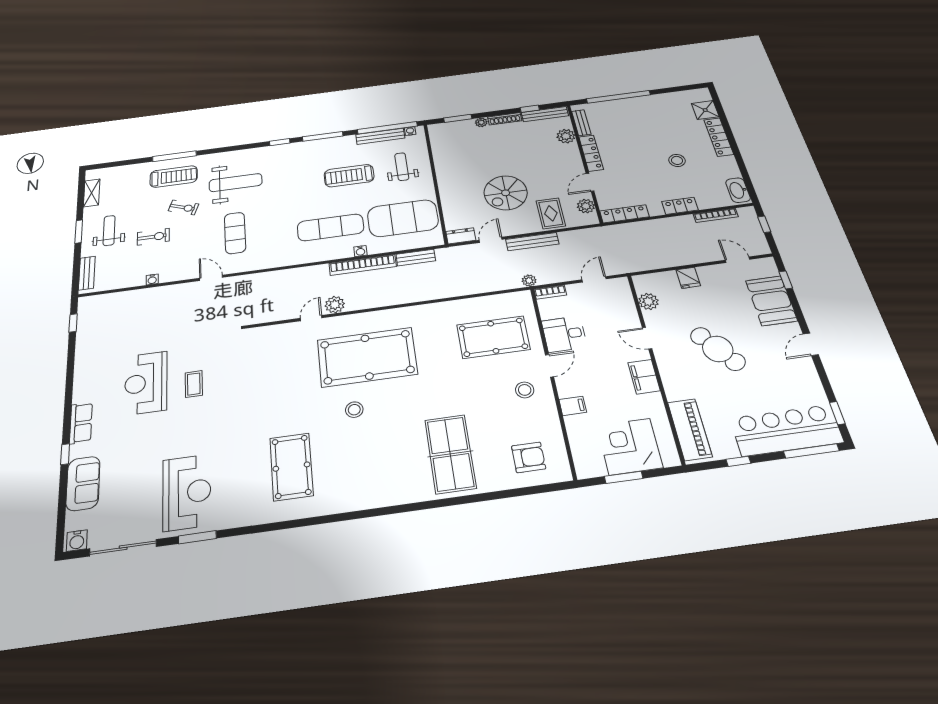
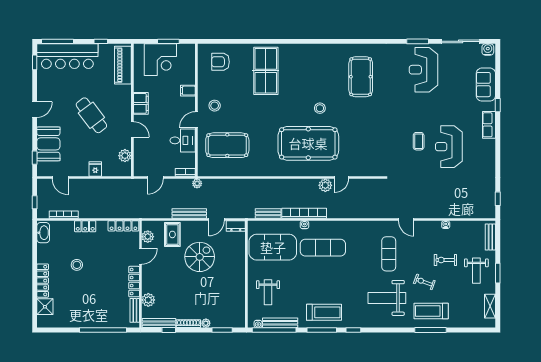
treadmill: (349, 176) -> (324, 312), moved
reception desk: (146, 383) -> (449, 147), turned 180

